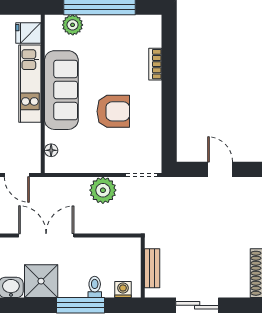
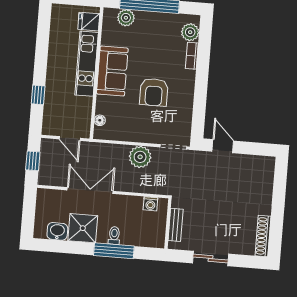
plant: (151, 36) -> (190, 32), added
sofa: (61, 90) -> (112, 71), width x0.73
armchair: (113, 111) -> (154, 92), turned 90
door: (220, 169) -> (223, 146), moved
toilet: (95, 287) -> (114, 236), moved
washing machine: (123, 290) -> (150, 204), moved, turned 180

